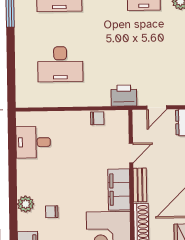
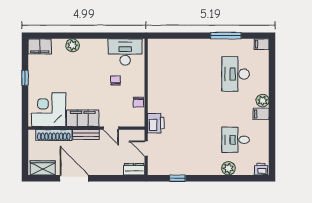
desk: (60, 64) -> (181, 74), removed
desk: (33, 142) -> (125, 52), width x1.37
chair: (52, 212) -> (116, 80), moved

